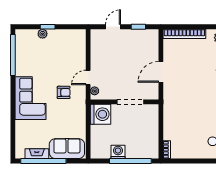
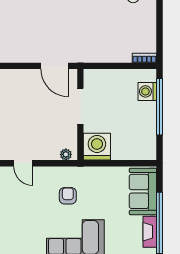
door: (161, 72) -> (55, 66), moved
door: (88, 77) -> (23, 163), moved
washing machine: (118, 152) -> (147, 91), moved

